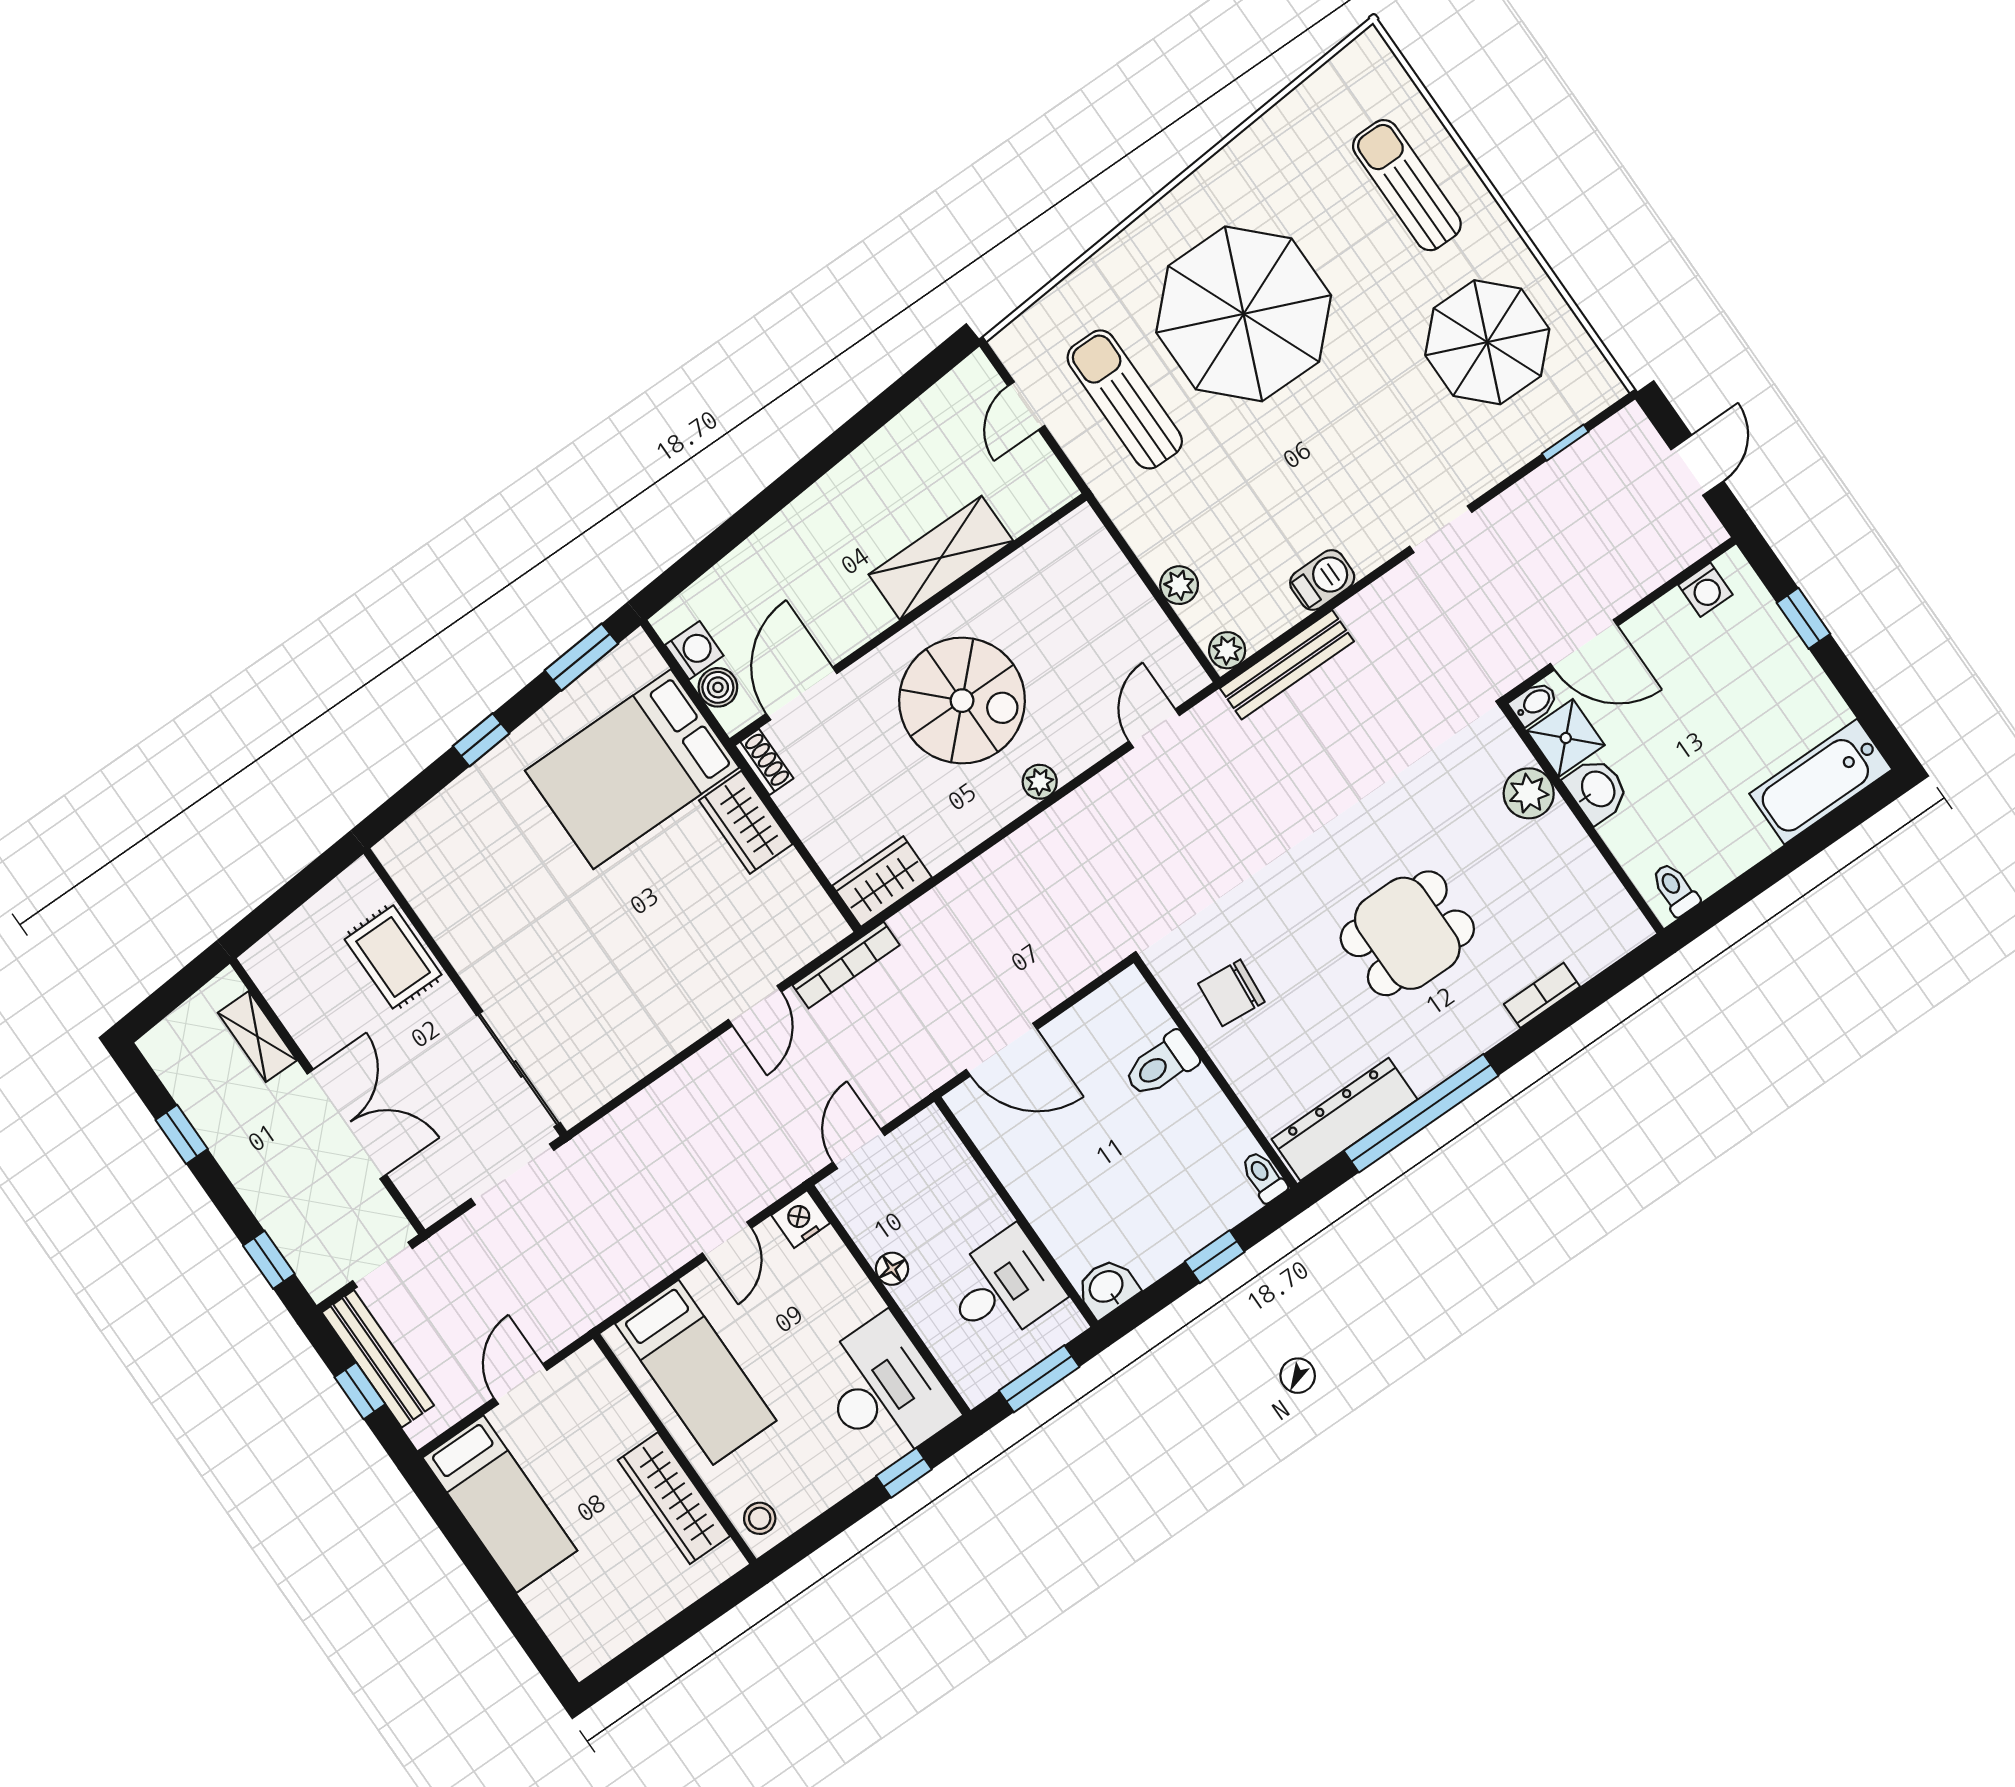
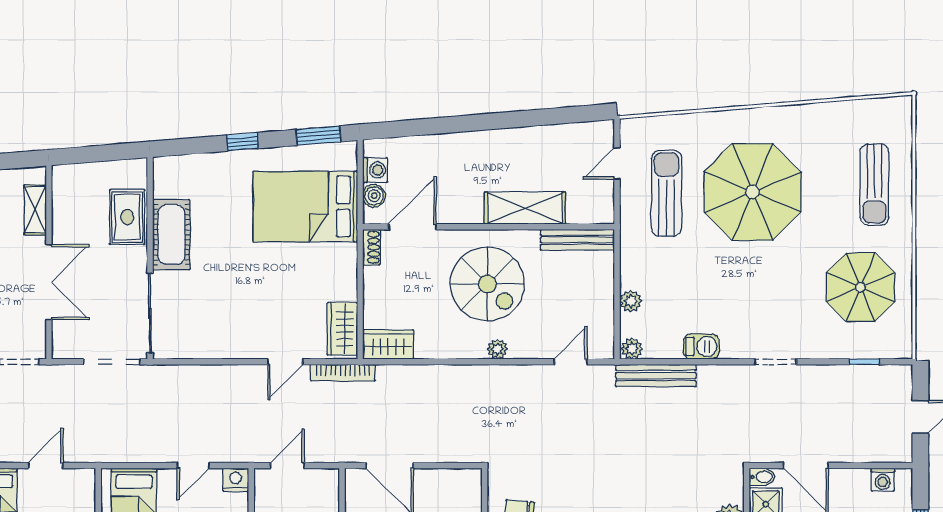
sun lounger: (1407, 185) -> (874, 185), turned 180
bench: (1045, 551) -> (577, 240), added
wardrobe: (746, 822) -> (342, 329), moved
cot: (472, 939) -> (171, 235), added

